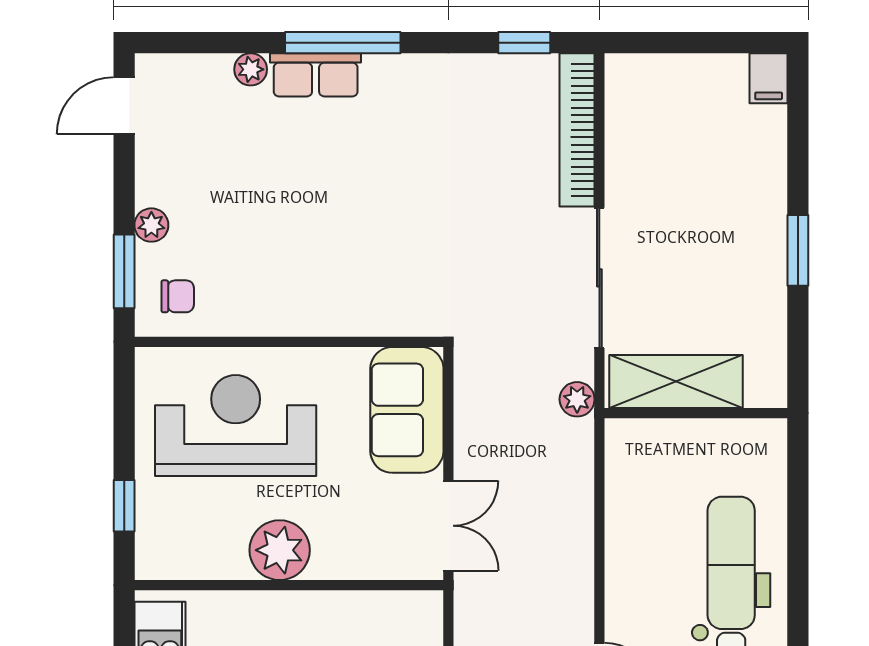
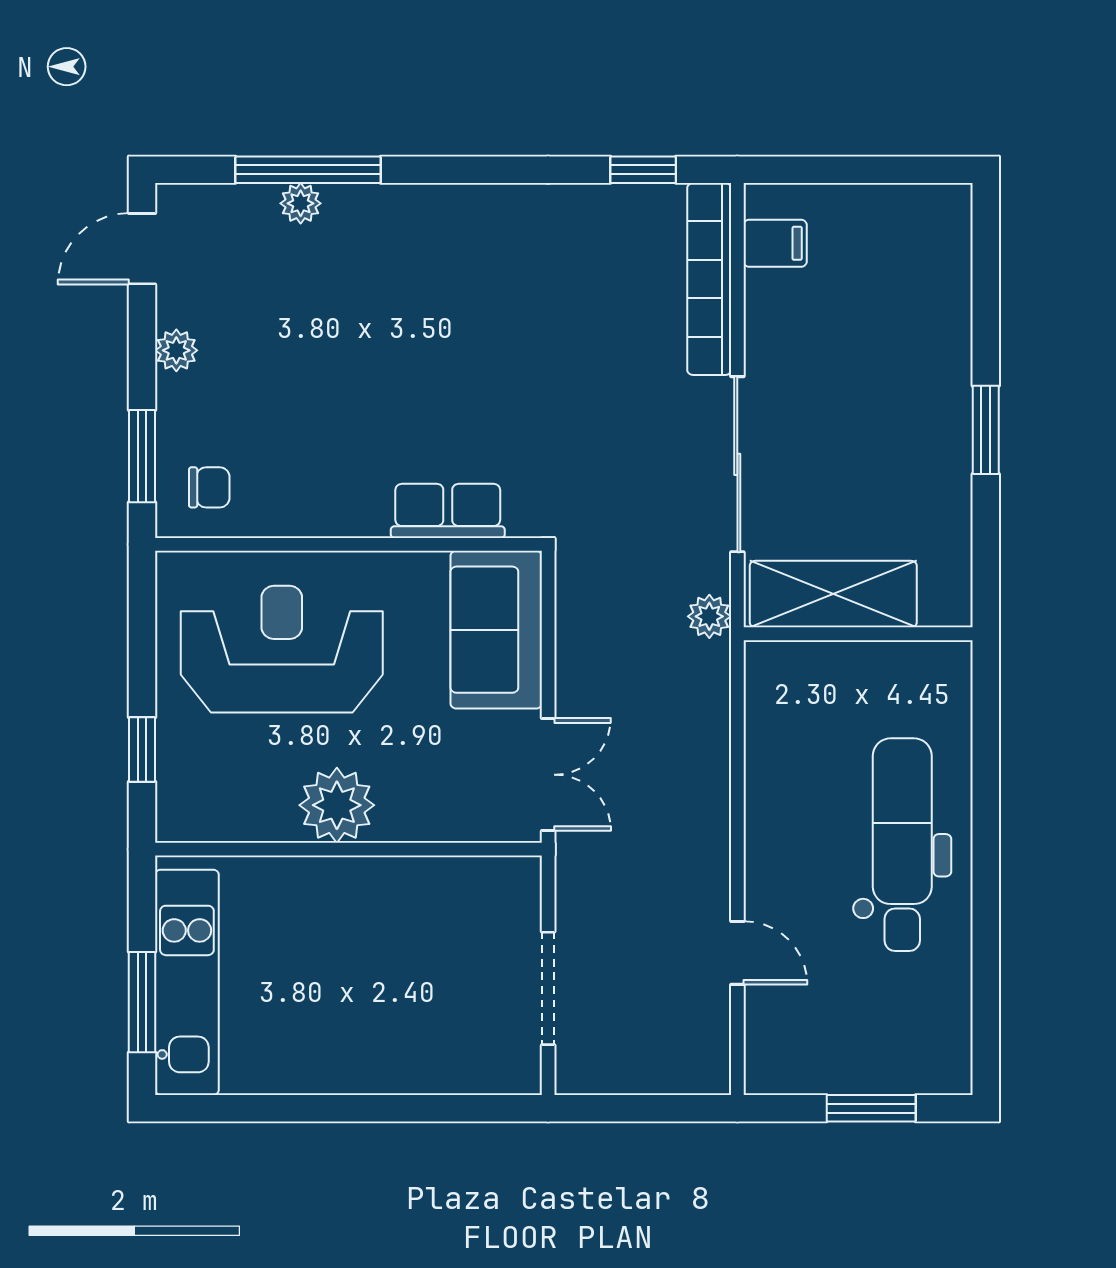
window: (343, 43) -> (308, 170), moved
row of seats: (316, 75) -> (448, 511), moved, turned 180
filing cabinet: (769, 78) -> (775, 243), moved, turned -90
plant: (151, 225) -> (176, 350), moved

